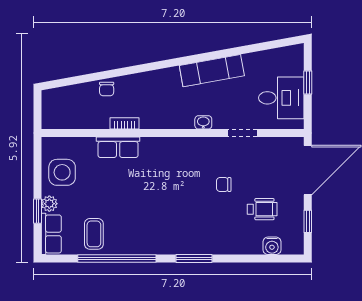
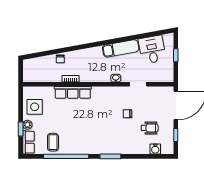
desk: (281, 98) -> (152, 50), moved, turned -100
row of seats: (118, 147) -> (73, 92), width x1.48

